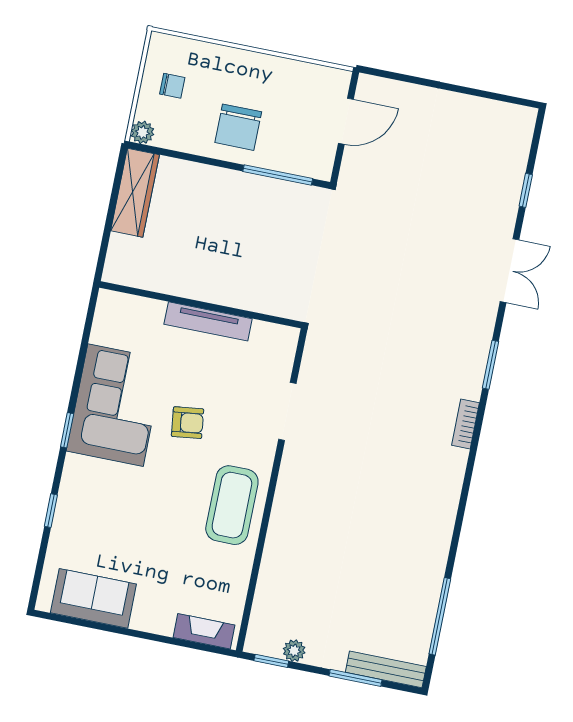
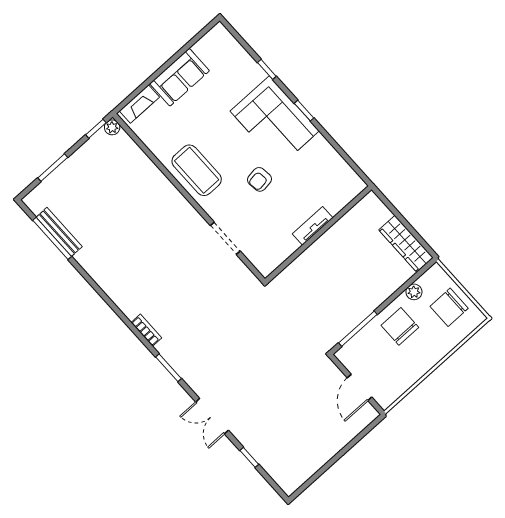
chair: (172, 86) -> (449, 307), width x1.87, depth x1.87
plant: (142, 132) -> (414, 292), moved
tv unit: (208, 321) -> (313, 226), width x0.71
corner sofa: (115, 405) -> (275, 121), moved
sofa: (93, 598) -> (180, 77), moved
plant: (294, 651) -> (112, 127), moved
bench: (386, 669) -> (59, 232), moved, turned 90

